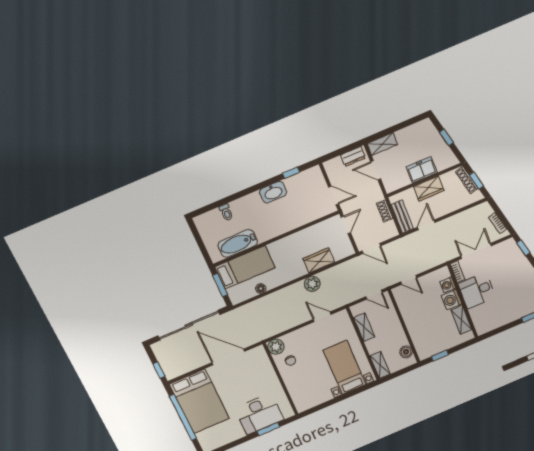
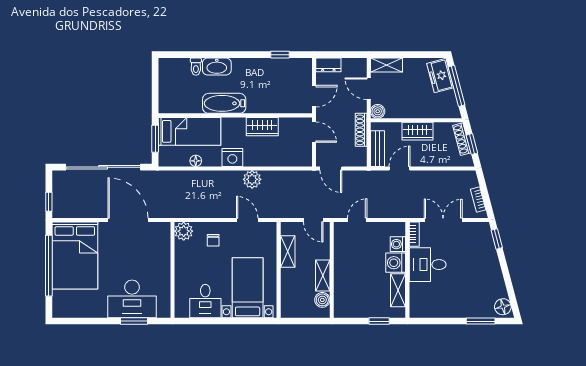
window: (446, 137) -> (457, 86), width x2.17
dresser: (353, 156) -> (328, 65), moved
freezer: (422, 170) -> (440, 76), moved, turned -105
boiler: (390, 186) -> (378, 111), added
washbasin: (273, 192) -> (217, 67), moved
door: (334, 196) -> (314, 96), hinge flipped
shoe rack: (385, 211) -> (361, 130), width x1.43
door: (346, 225) -> (314, 132), hinge flipped
bathtub: (238, 243) -> (224, 103), moved
wardrobe: (319, 260) -> (262, 127), moved, turned 180
nightstand: (289, 273) -> (232, 157), added
door: (409, 280) -> (357, 220), swing flipped
window: (440, 356) -> (379, 321), moved
chair: (291, 361) -> (213, 240), moved
shelving: (380, 365) -> (323, 275), moved
desk: (316, 391) -> (205, 301), added

